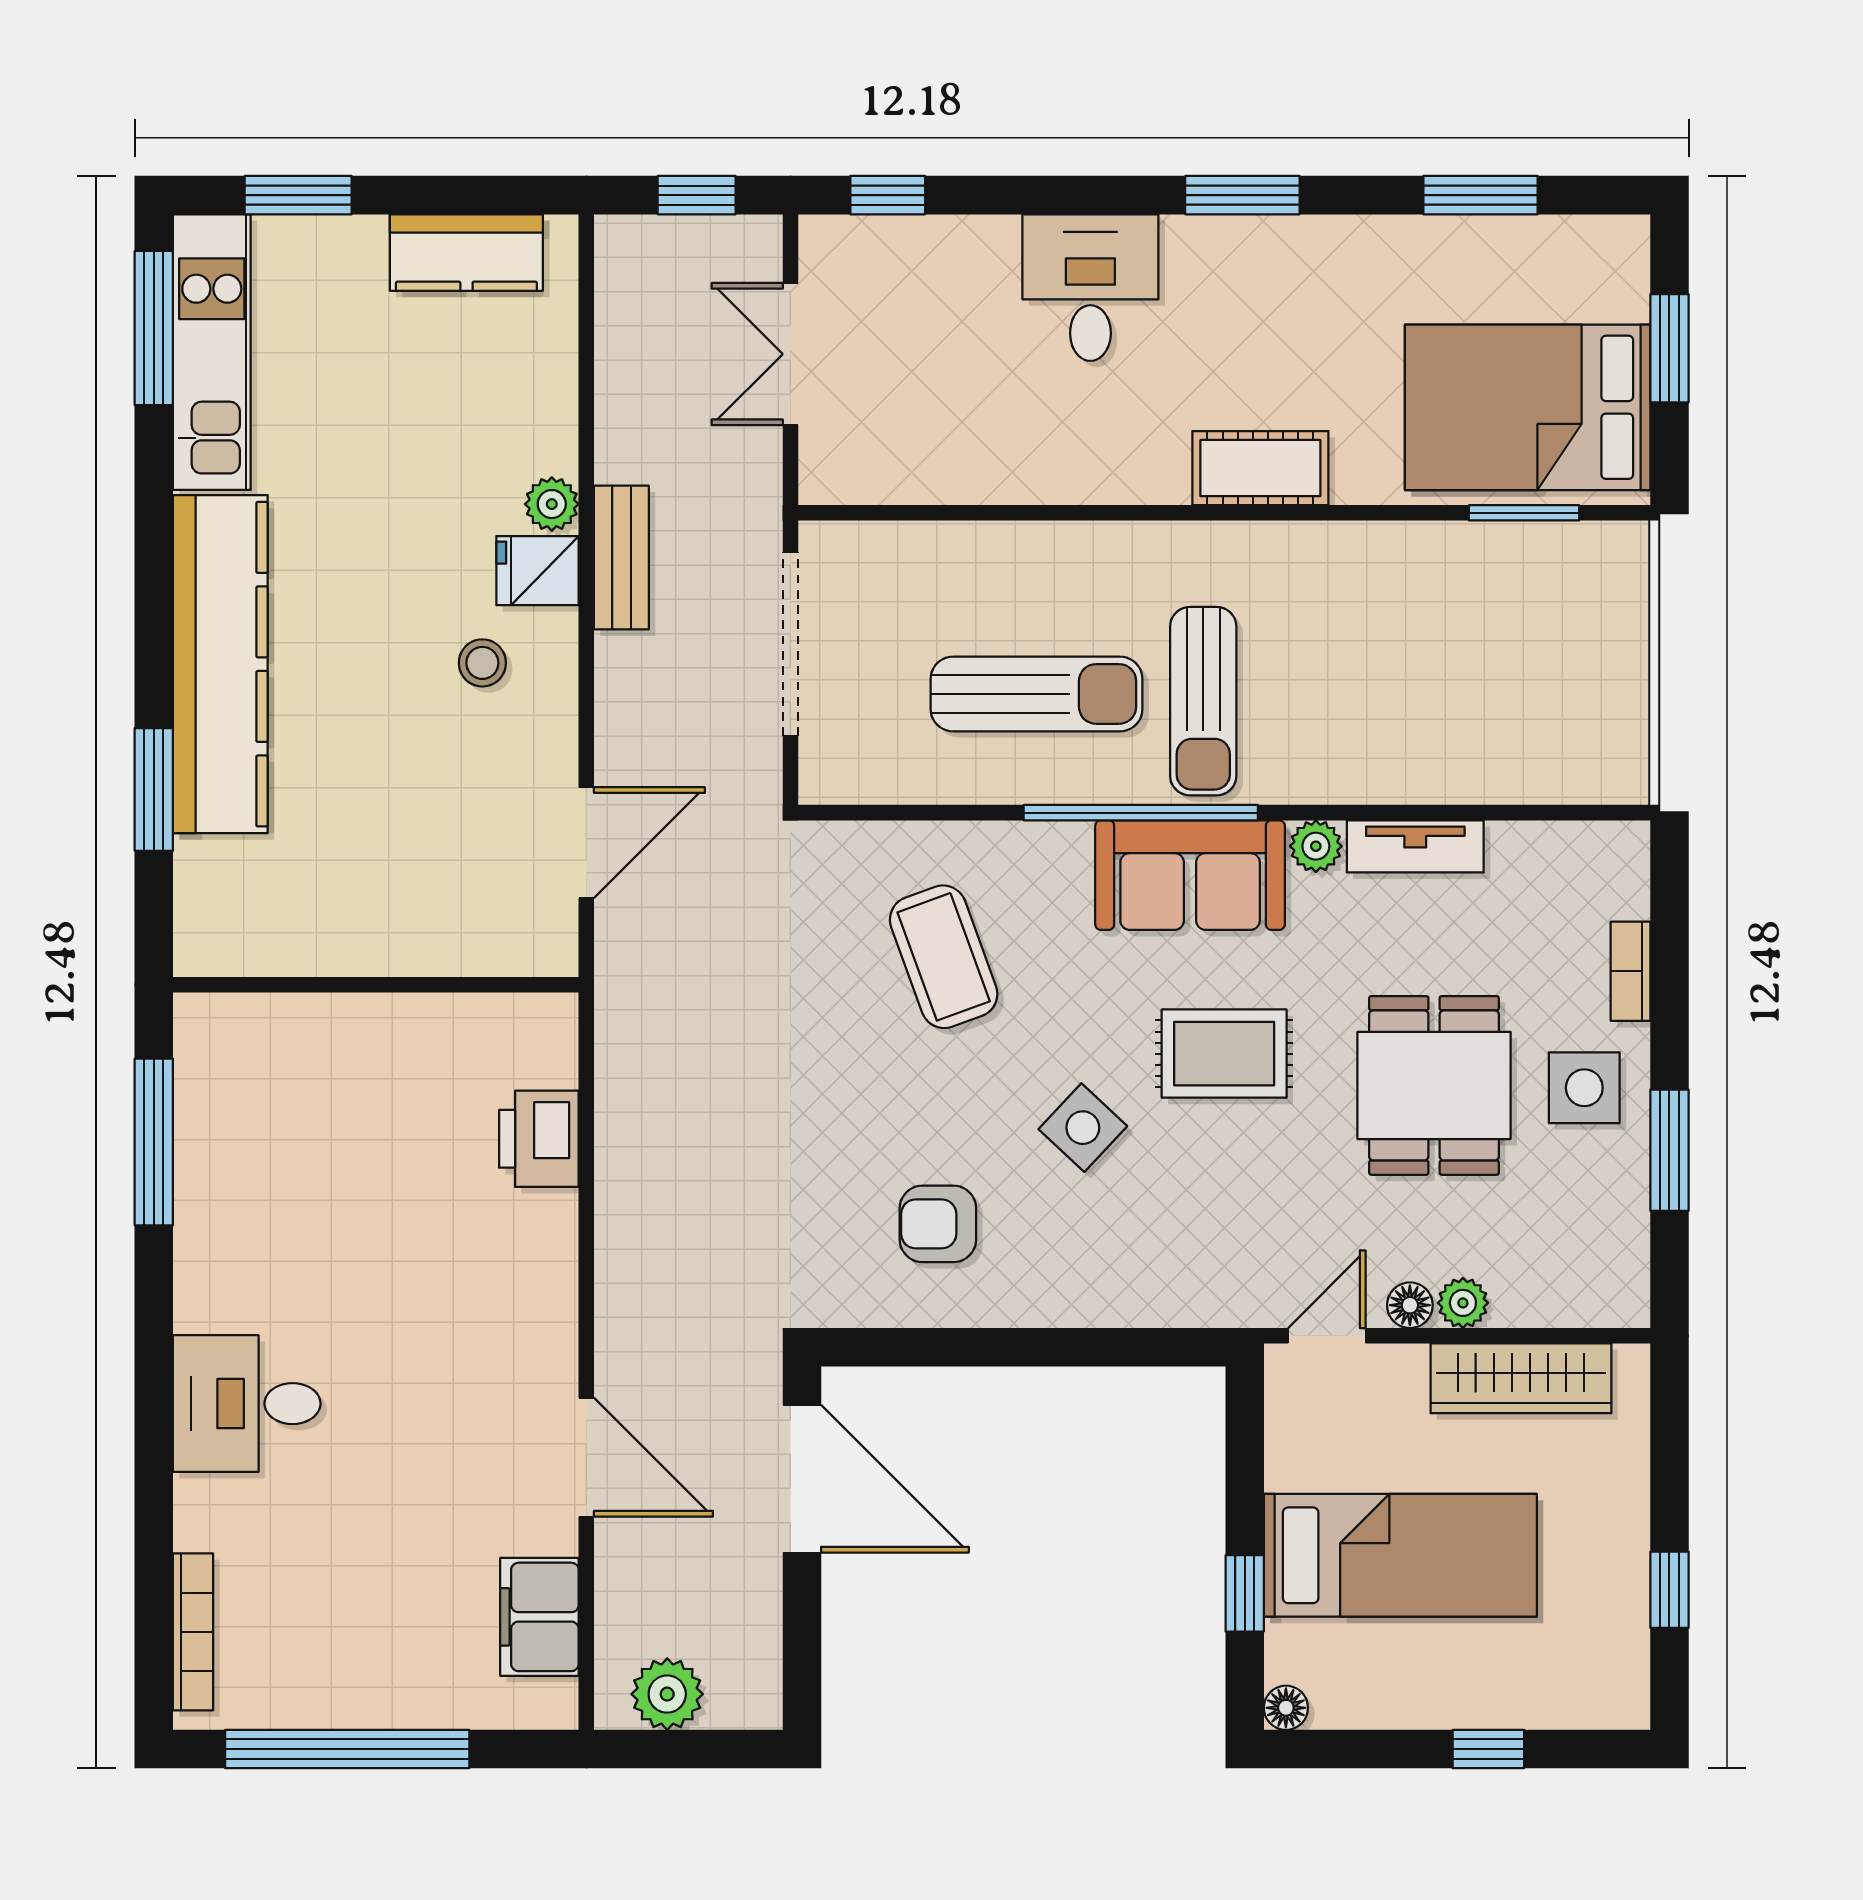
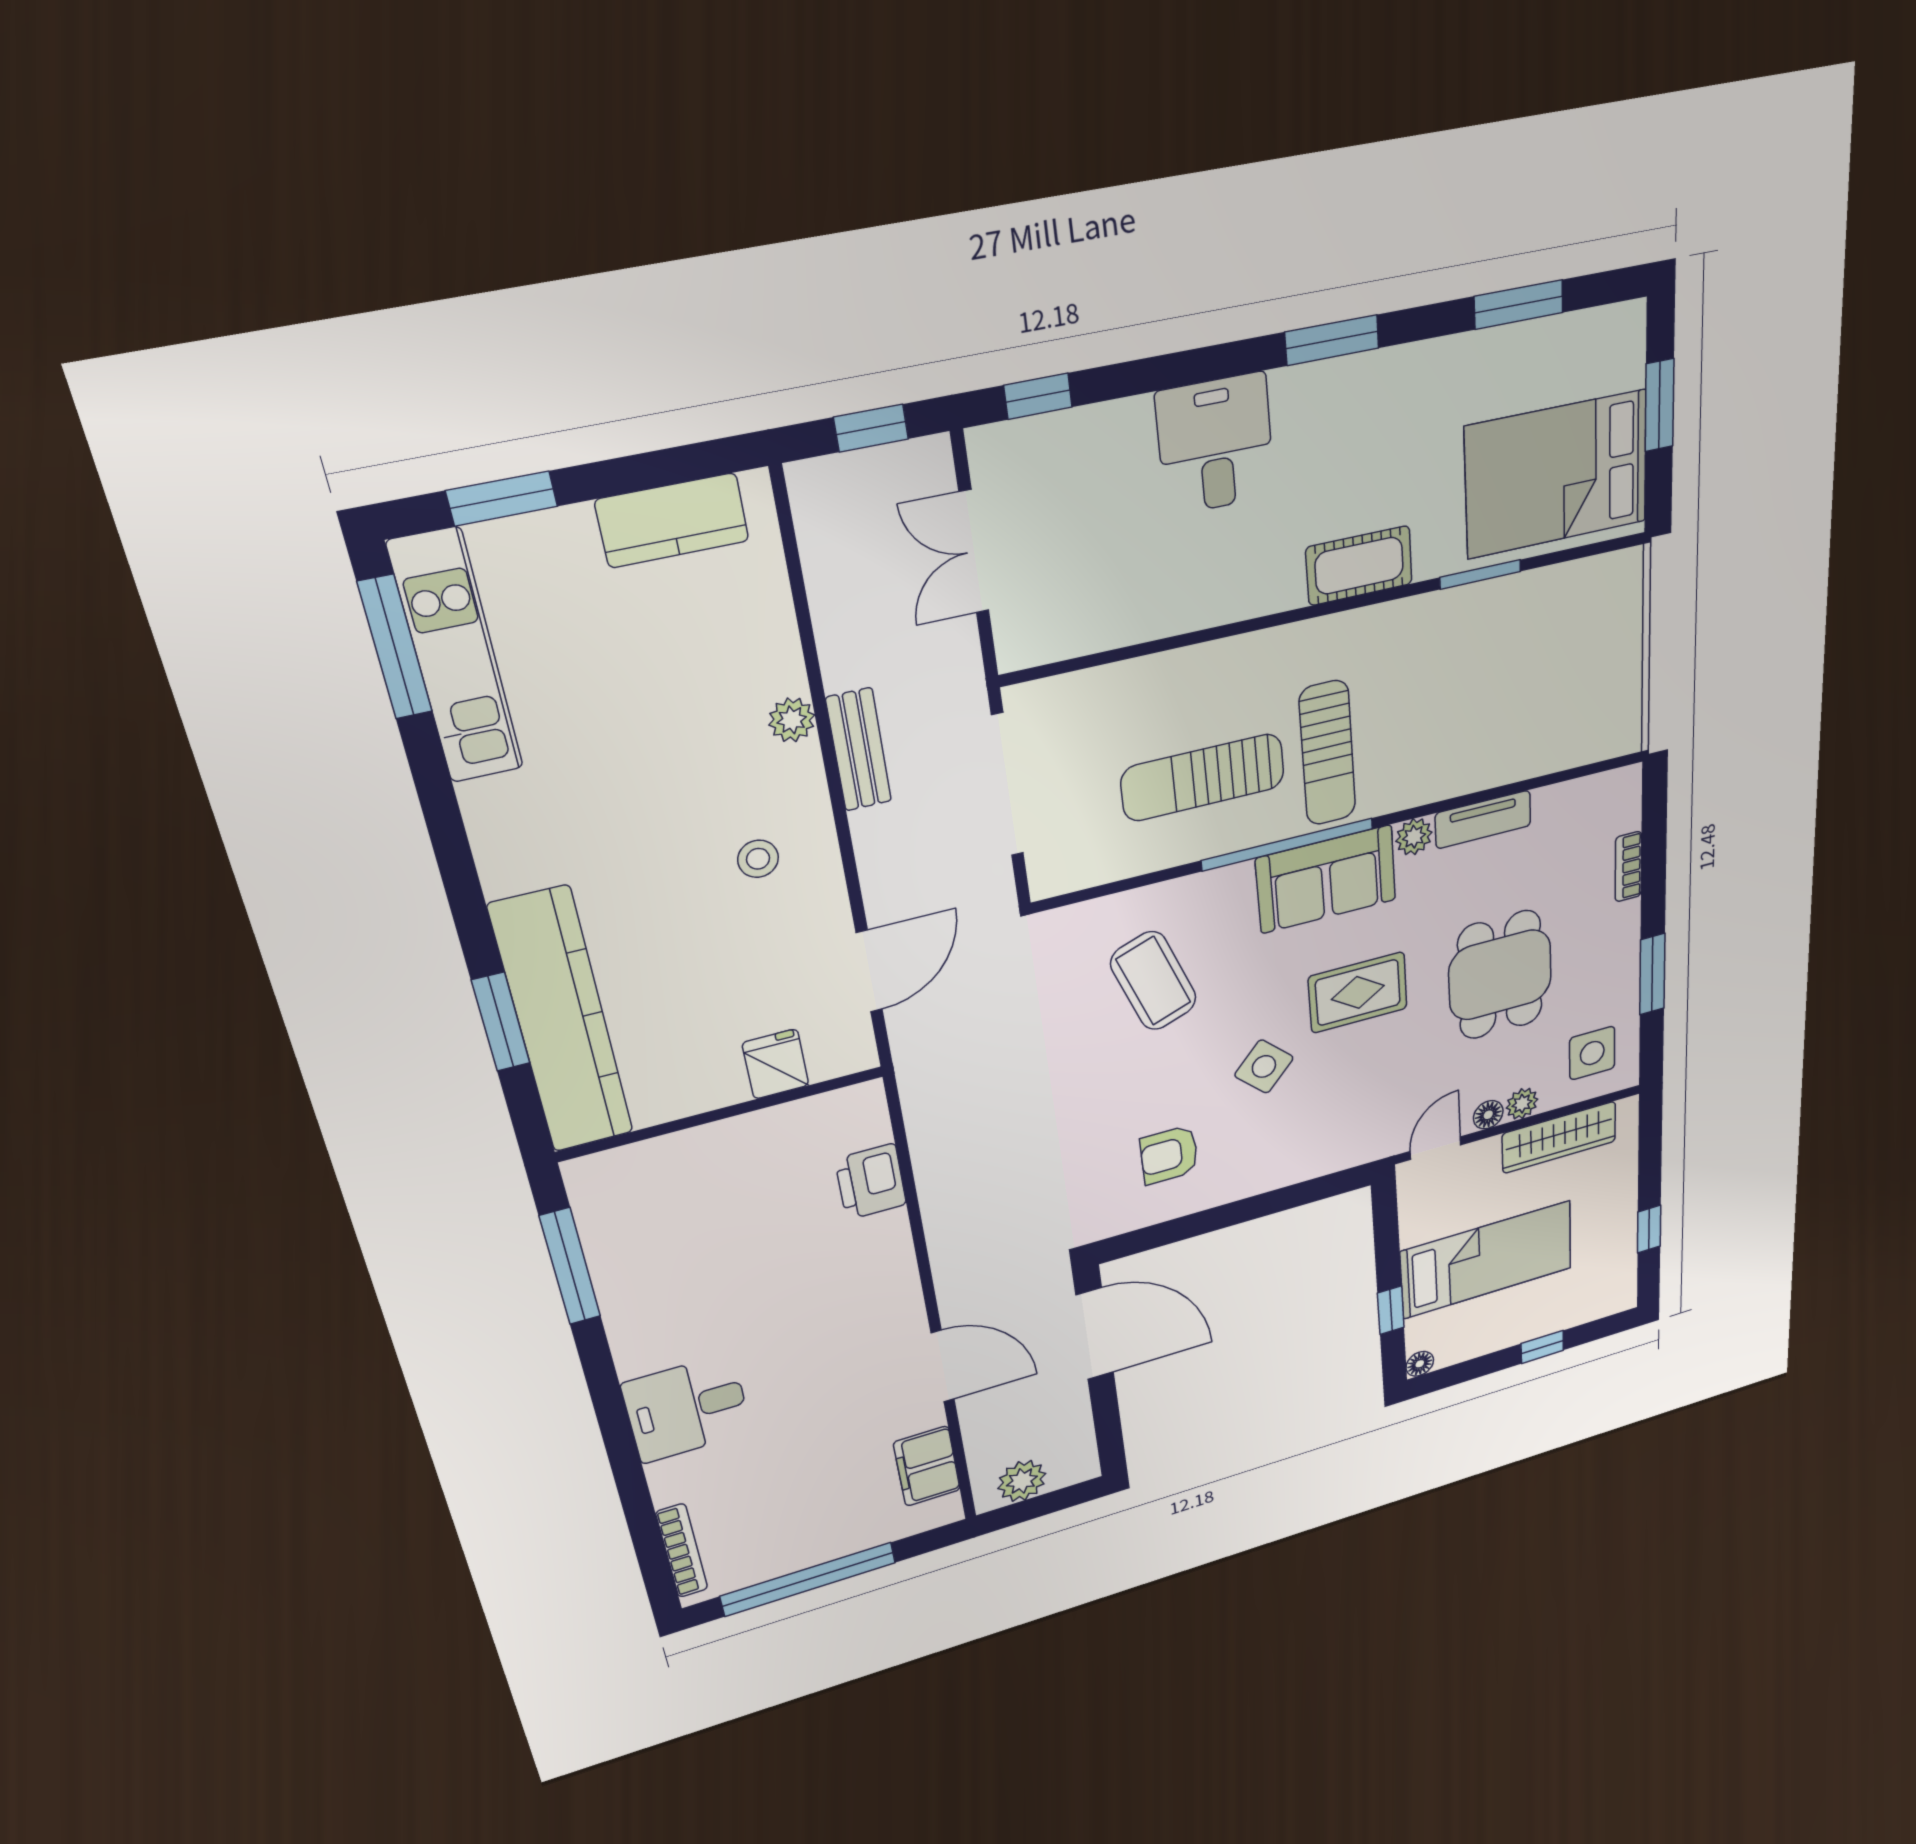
window: (1524, 513) -> (1480, 574), moved
fridge: (538, 571) -> (776, 1064), moved, turned 90
kitchen counter: (220, 664) -> (562, 1021), moved
sun lounger: (1037, 694) -> (1203, 777), turned 180
side table: (1584, 1088) -> (1592, 1053), moved

